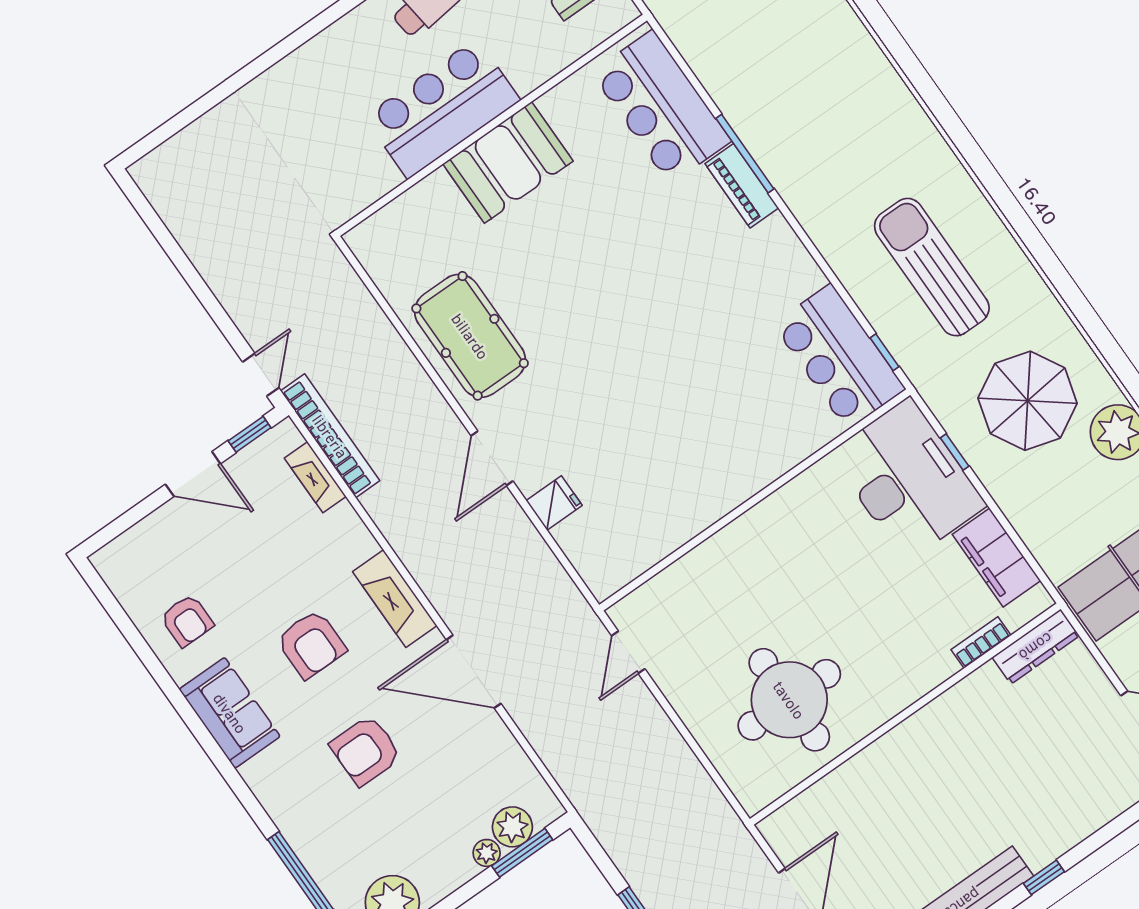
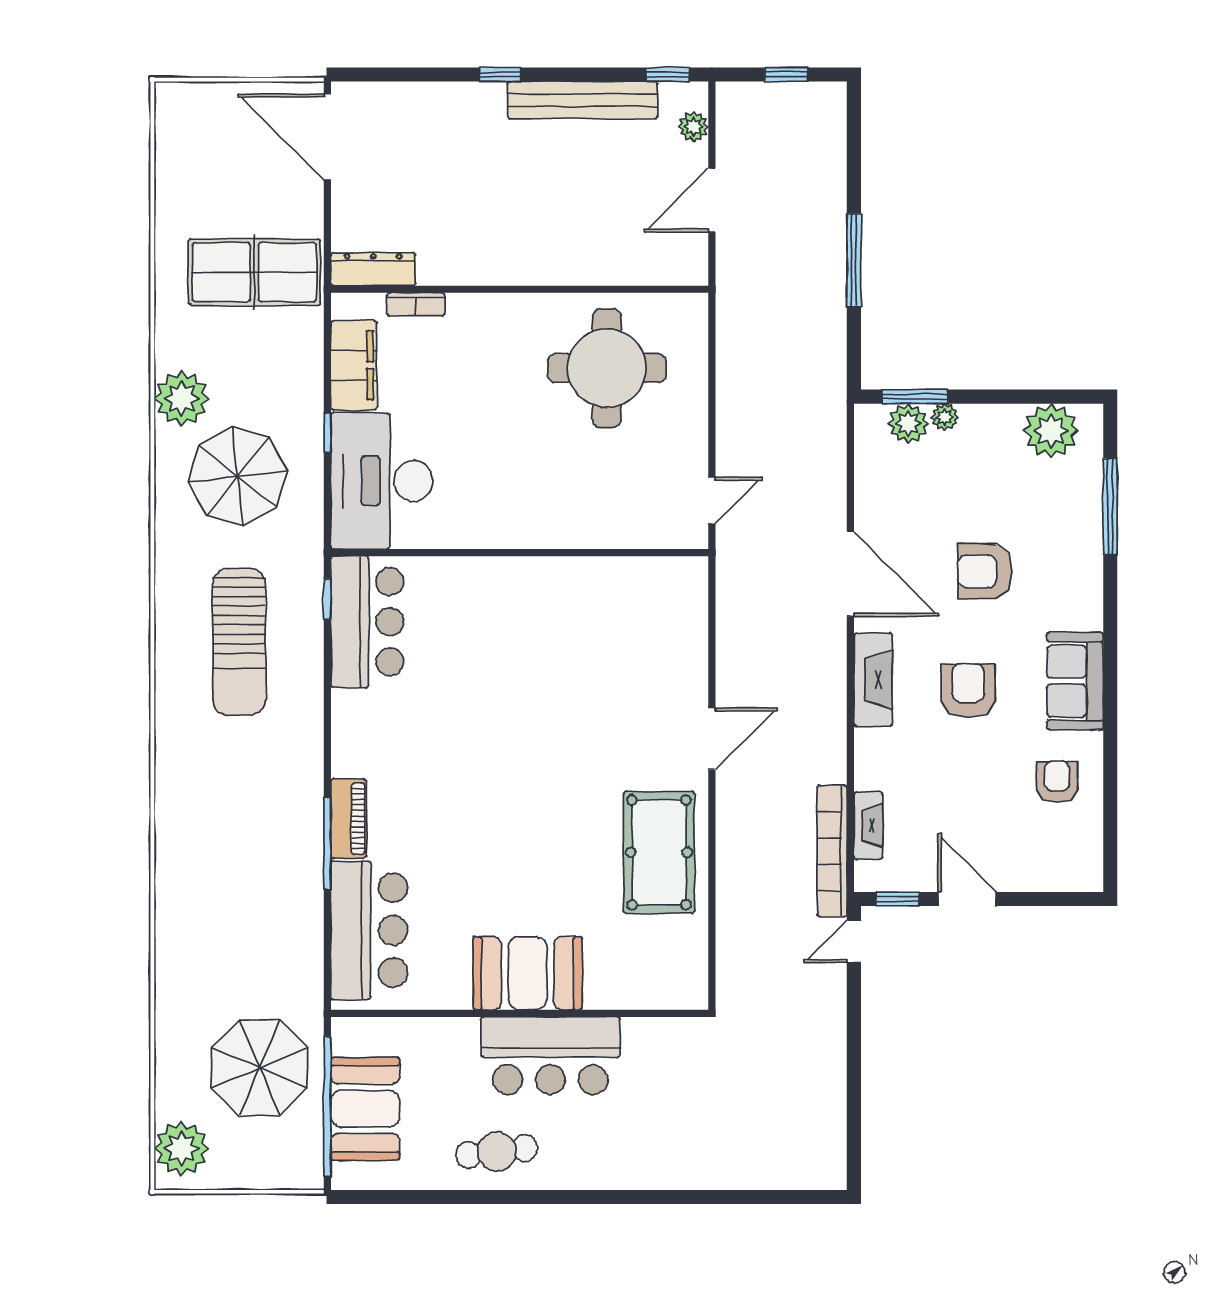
window: (955, 452) -> (327, 433), moved
fridge: (554, 503) -> (687, 666), removed
armchair: (366, 751) -> (985, 571), turned 180

